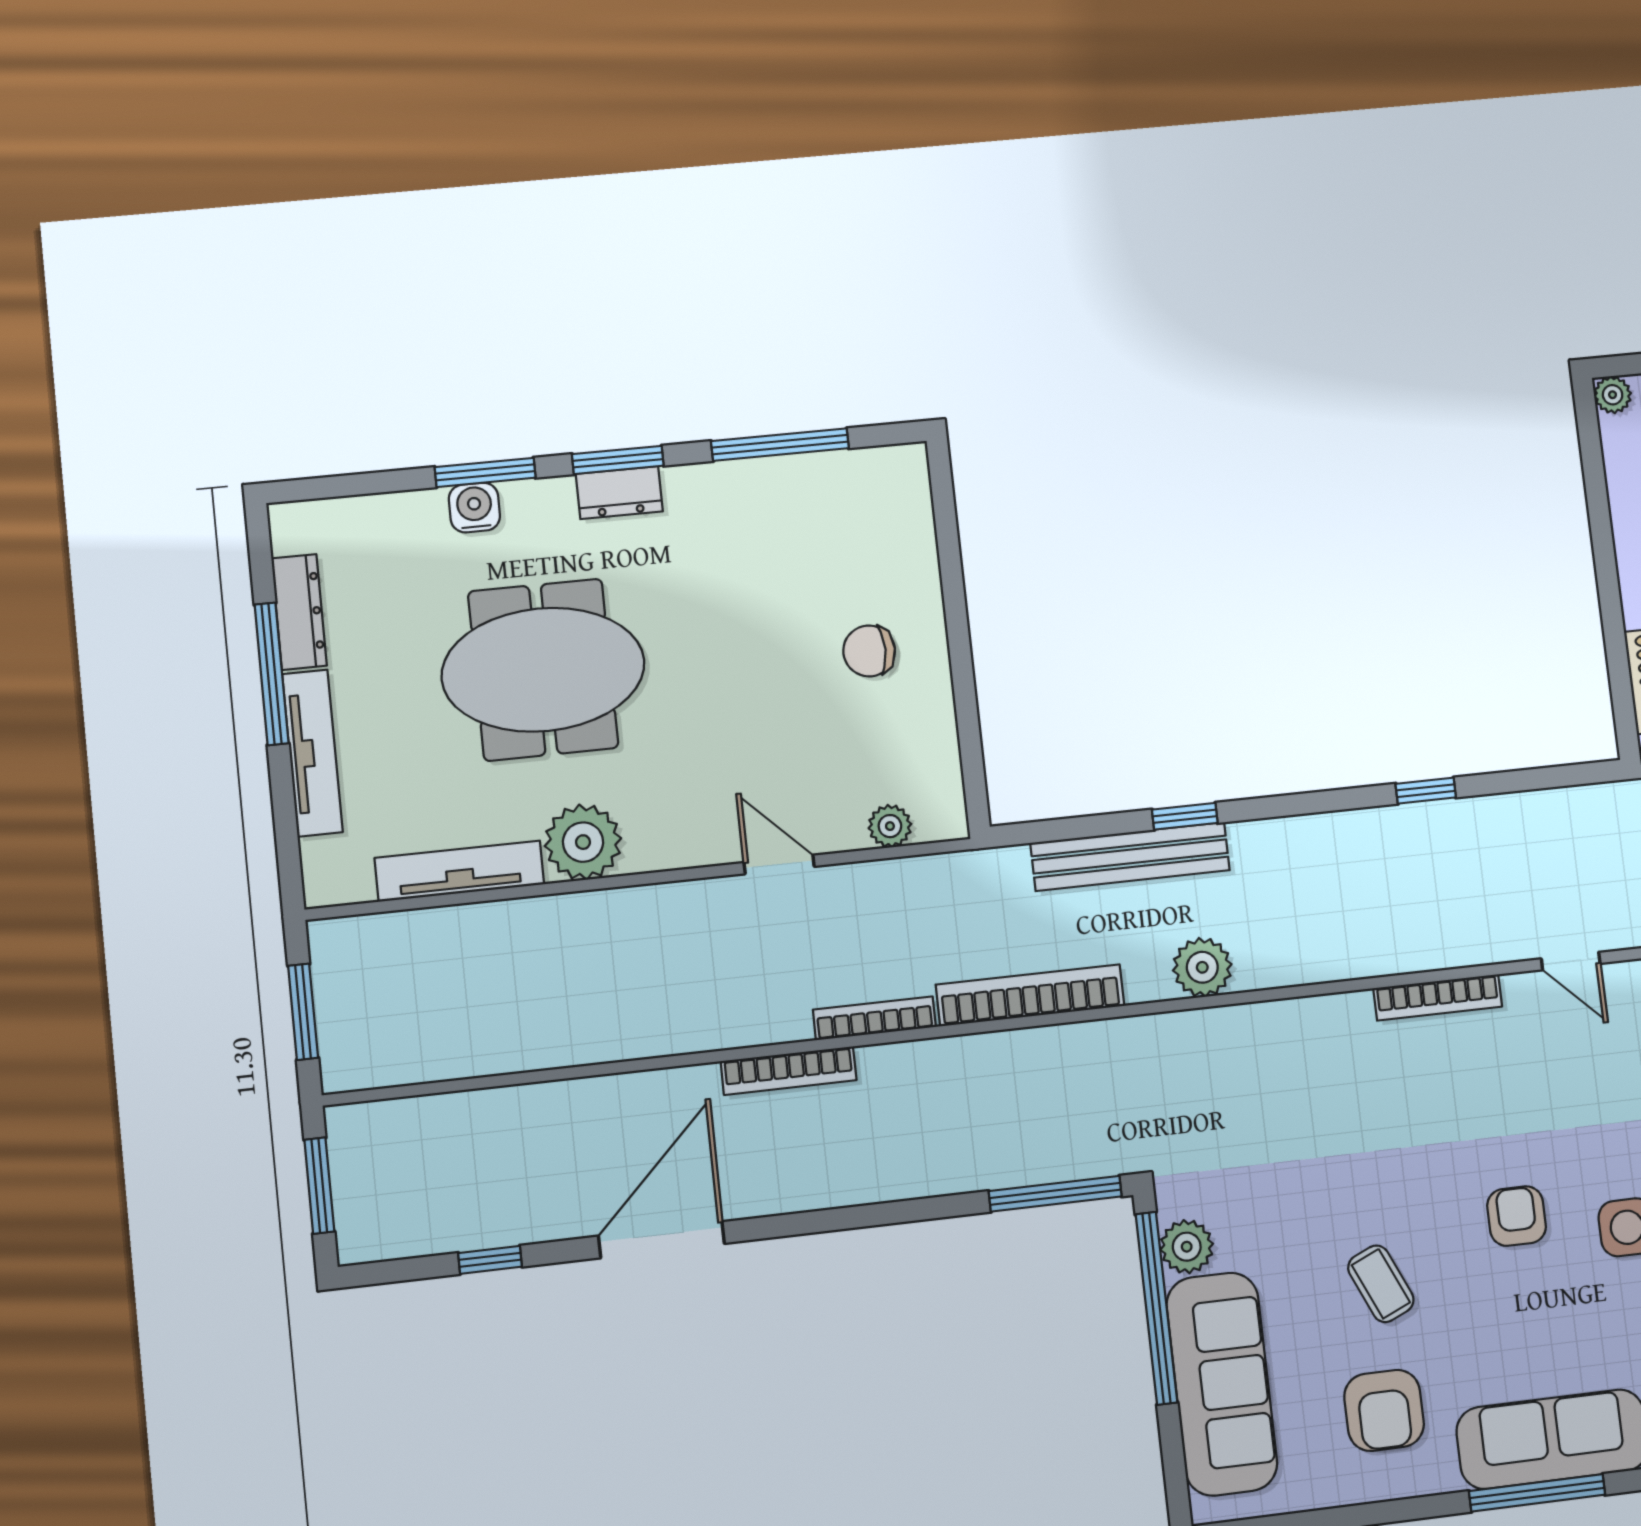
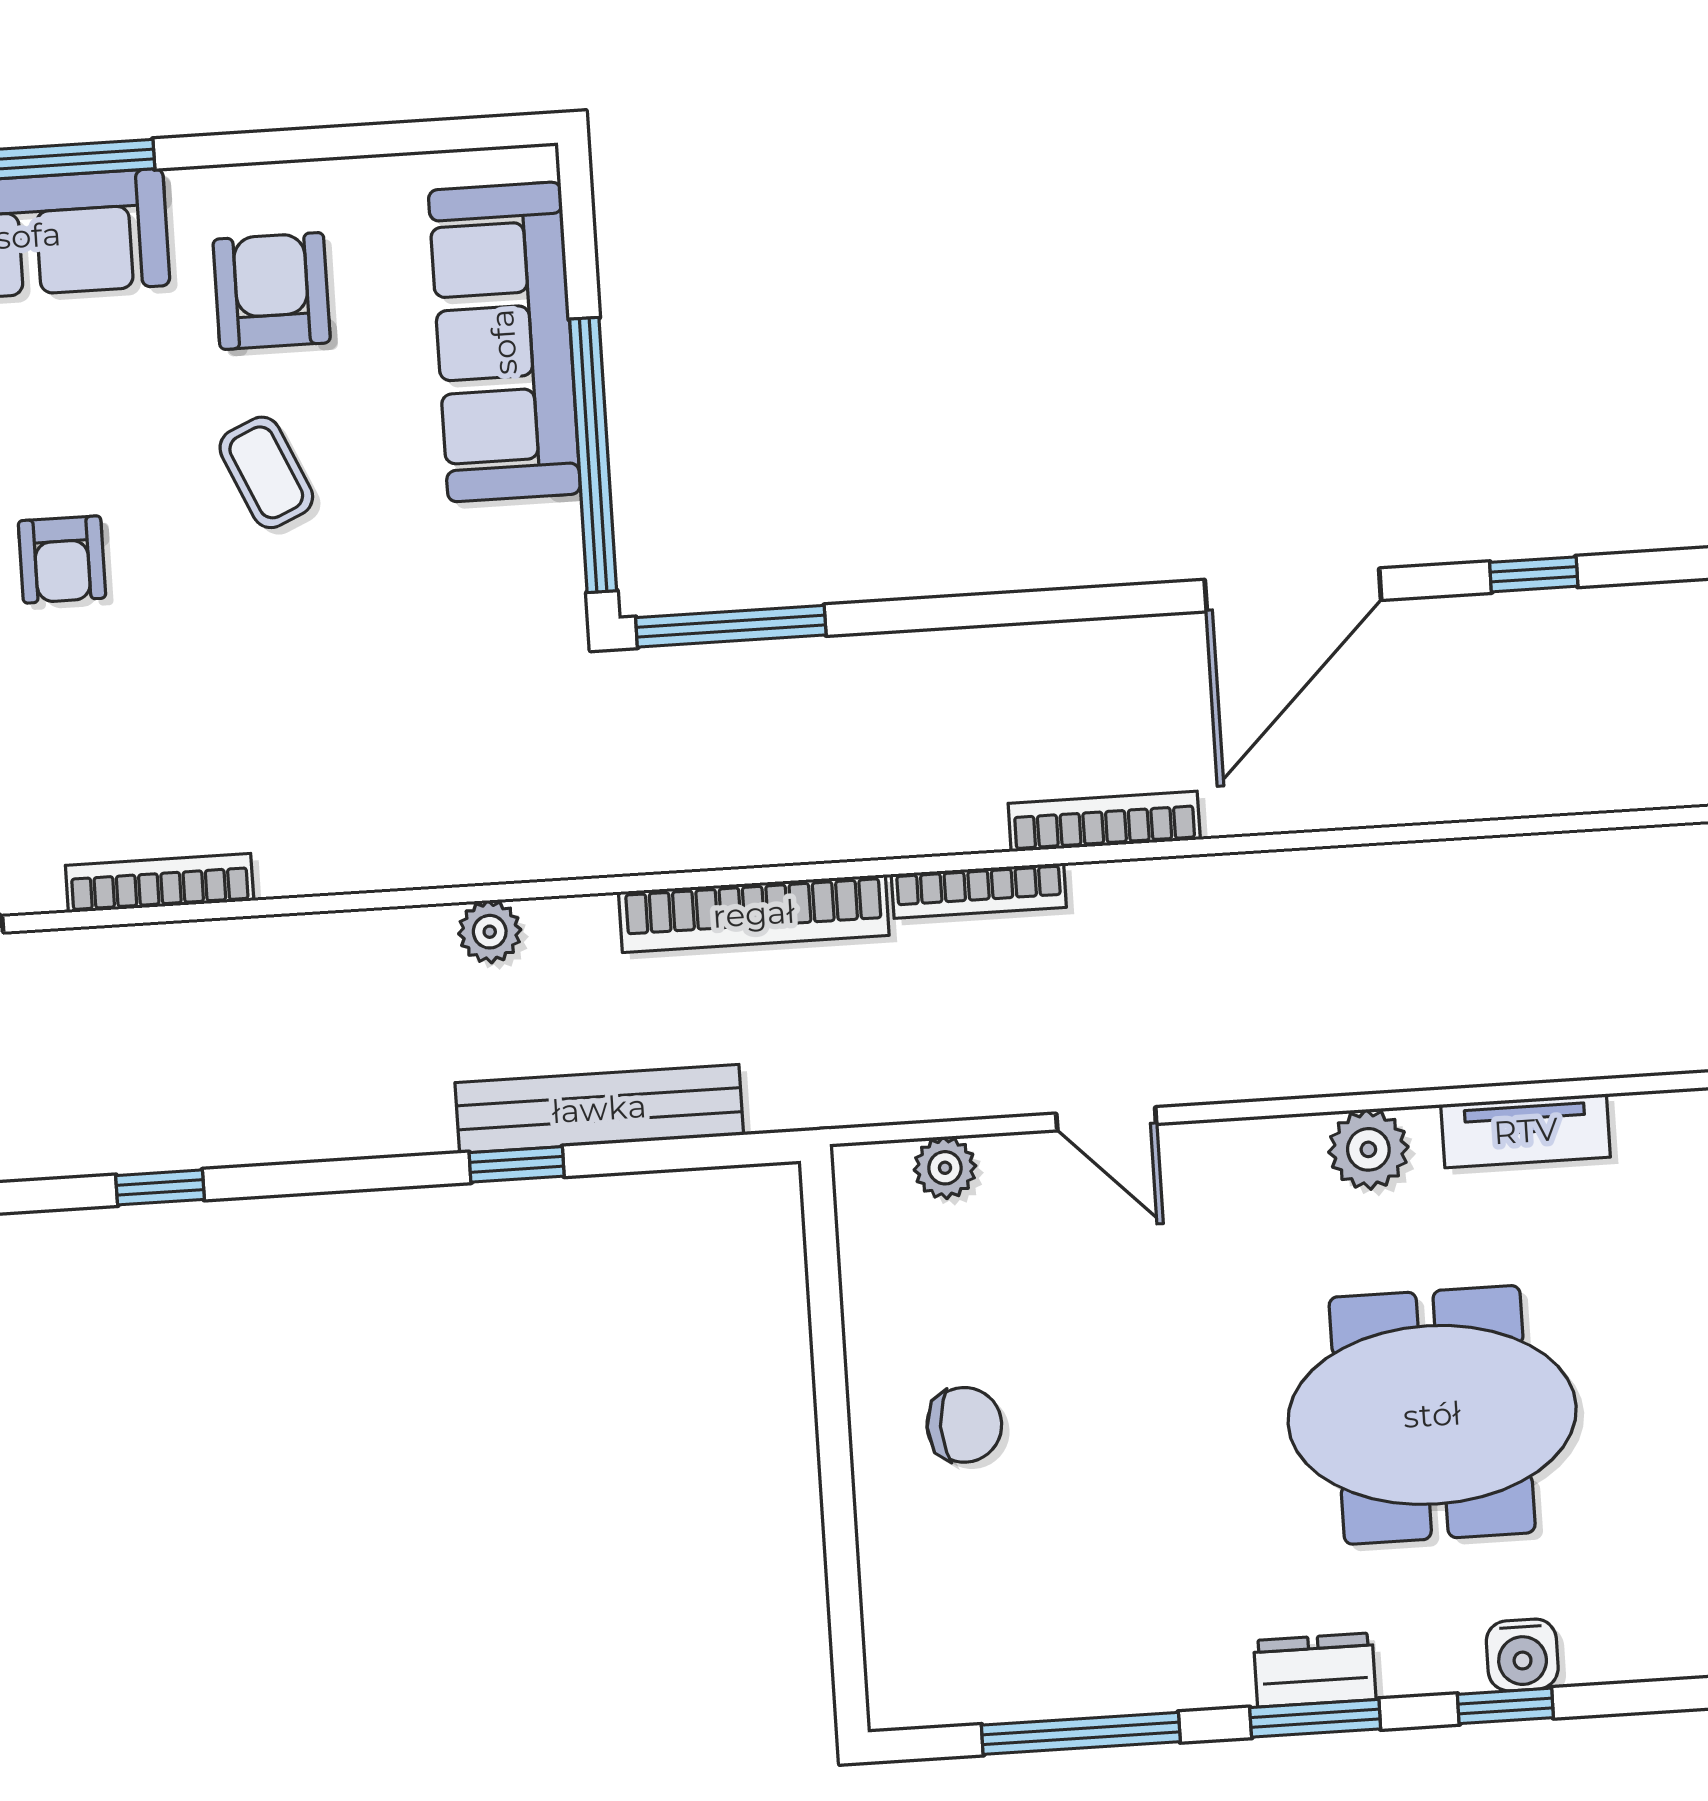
window: (485, 472) -> (1505, 1706), width x0.67
plant: (583, 842) -> (1368, 1149), width x0.73, depth x0.73
tv unit: (459, 871) -> (1526, 1131), width x0.71
plant: (1202, 967) -> (490, 932), width x0.73, depth x0.73
plant: (1187, 1247) -> (545, 541), removed

